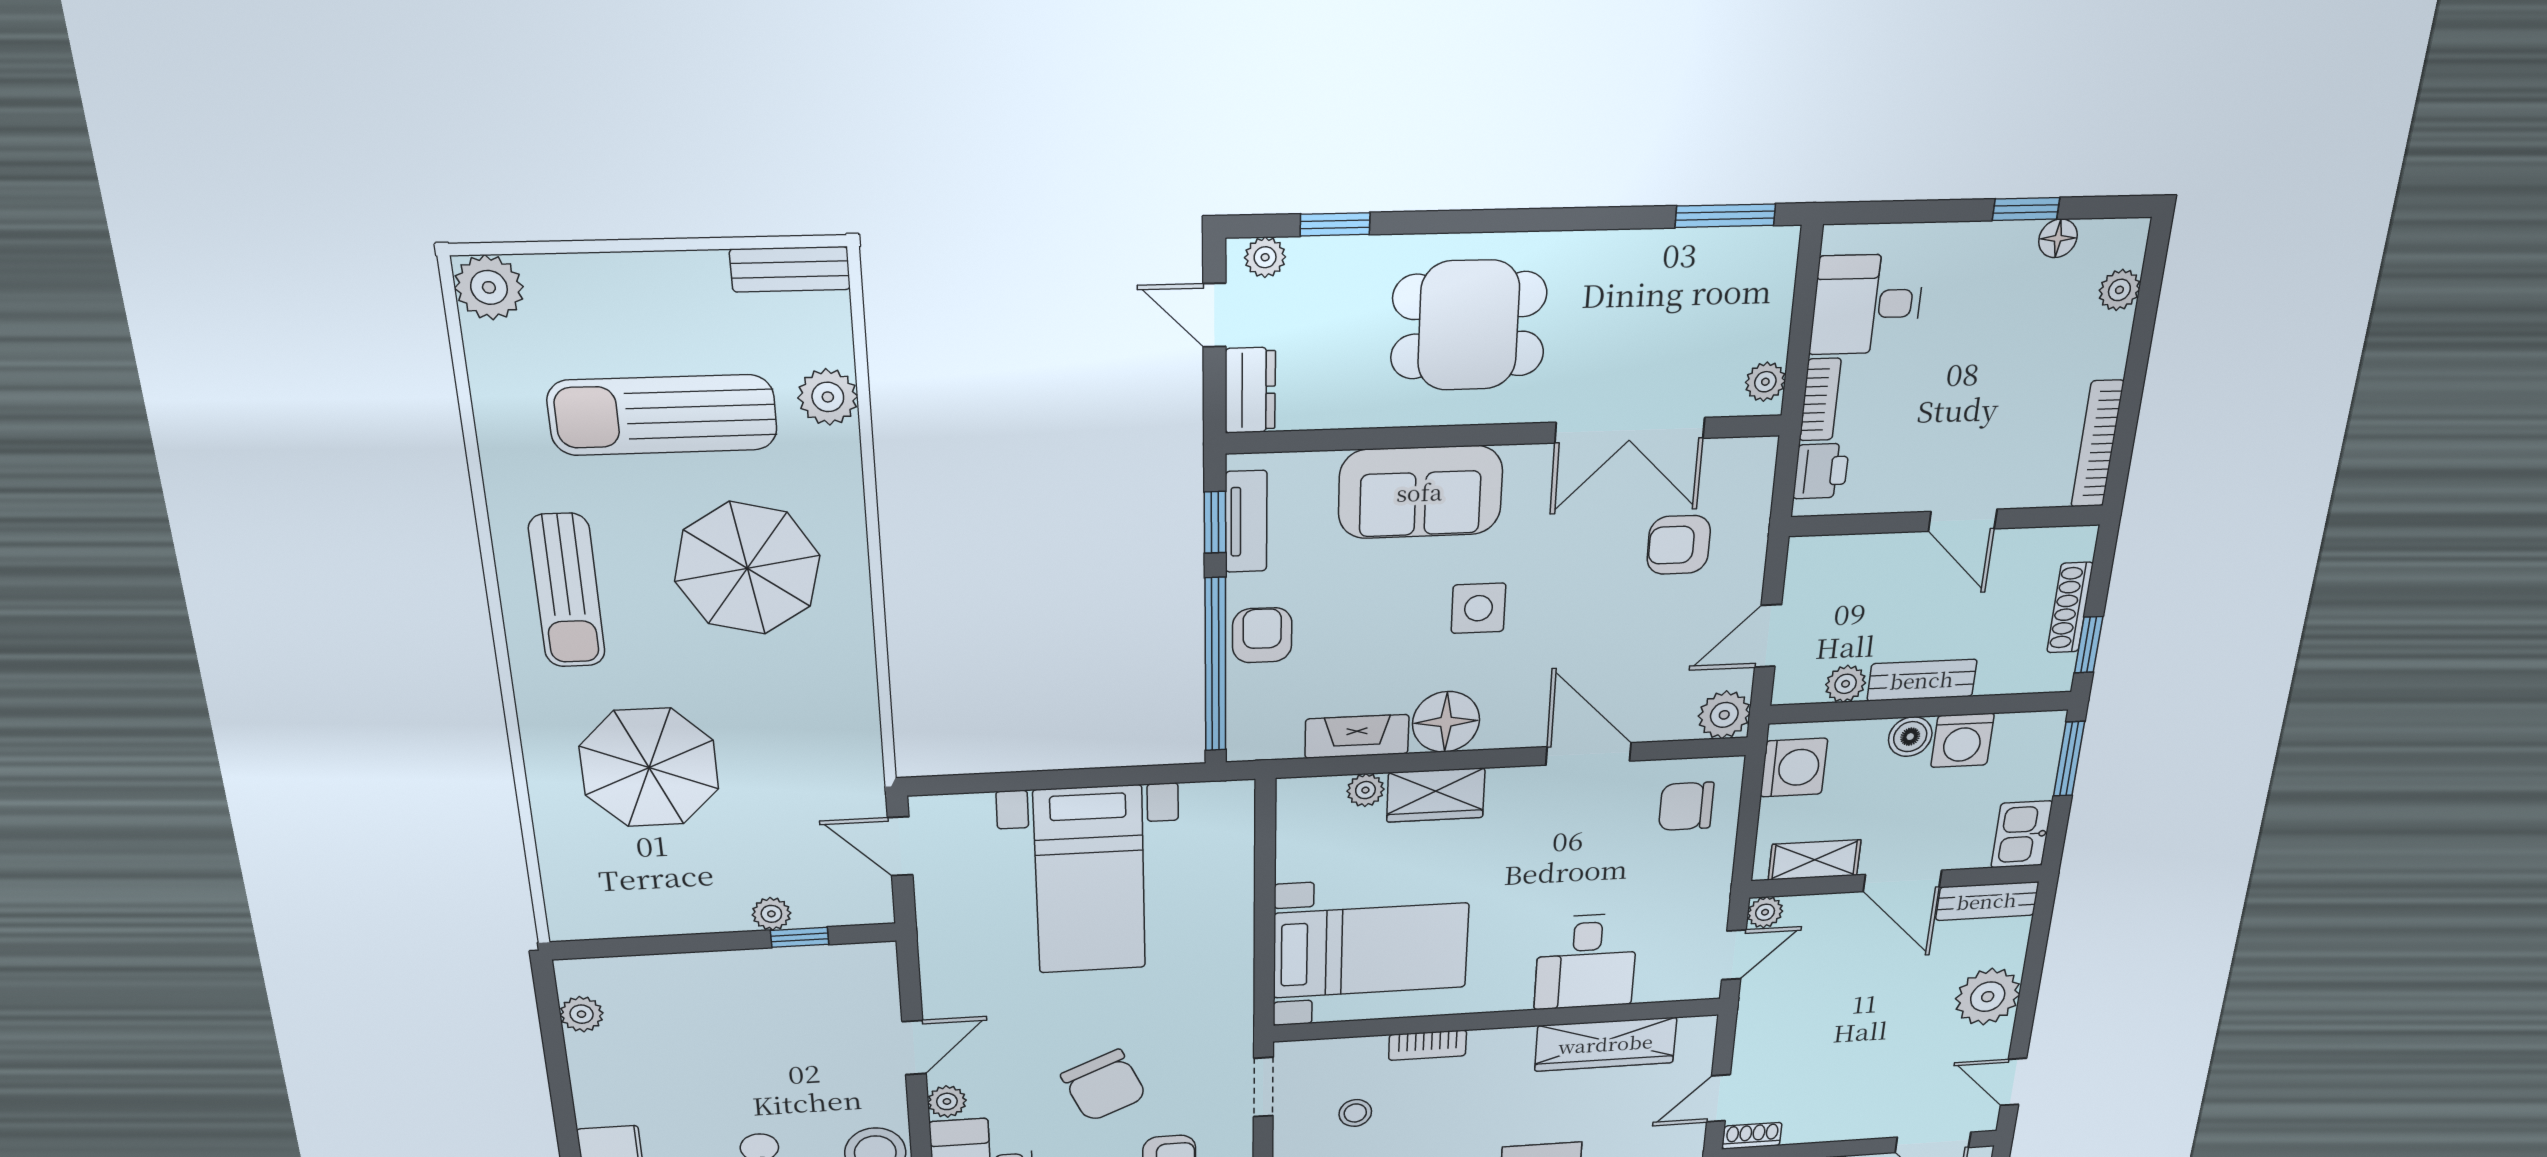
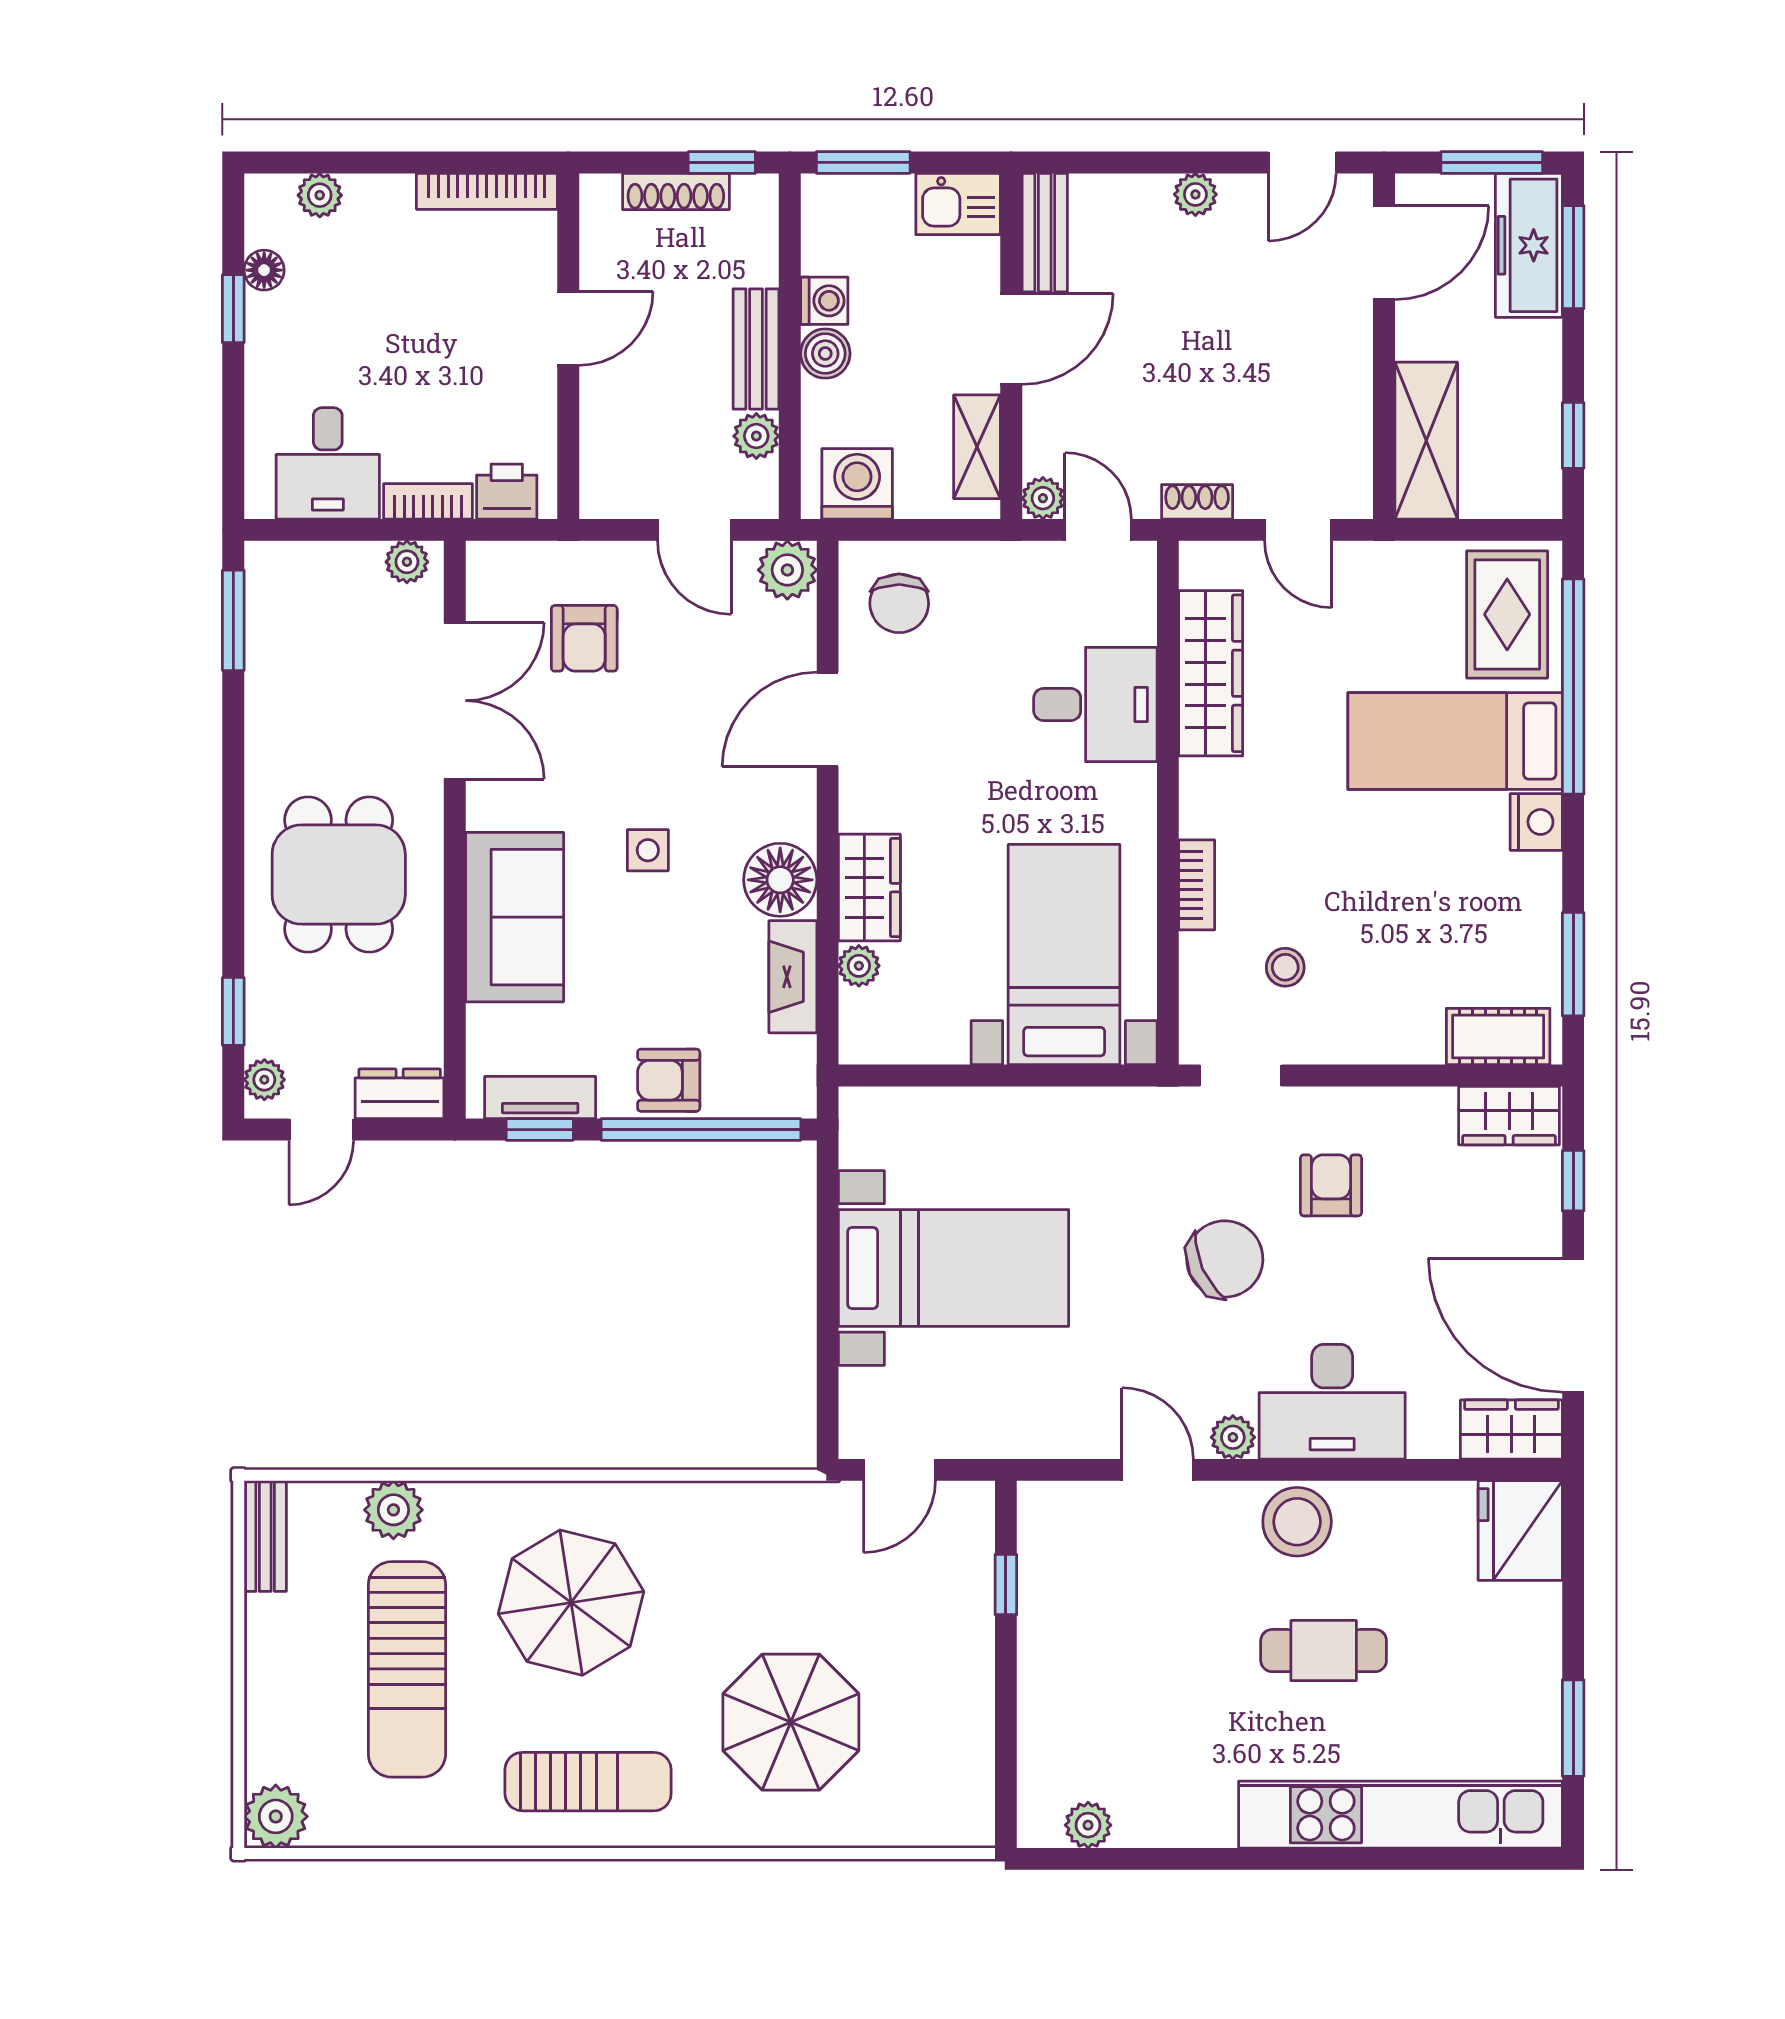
side table: (1478, 608) -> (648, 850), width x0.73, depth x0.73
washing machine: (1962, 740) -> (824, 301), width x0.73, depth x0.73
plant: (771, 914) -> (974, 1612), removed
plant: (1988, 997) -> (1195, 194), width x0.53, depth x0.53
shoe rack: (1752, 1136) -> (1197, 502), moved, turned 90

